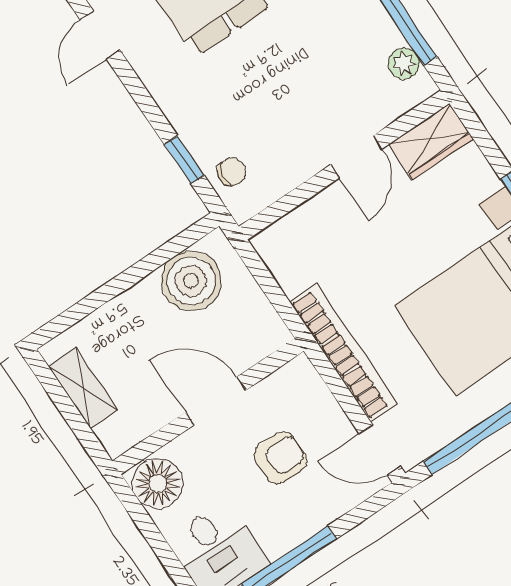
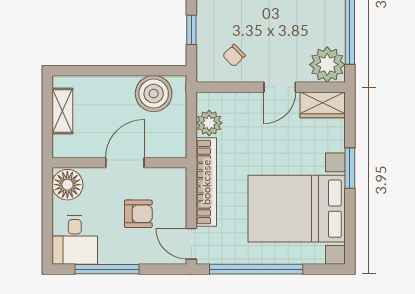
plant: (404, 64) -> (327, 65), width x1.88, depth x1.88
chair: (232, 172) -> (234, 55), moved, turned 125
plant: (293, 270) -> (209, 123), added
door: (215, 401) -> (125, 163), hinge flipped

